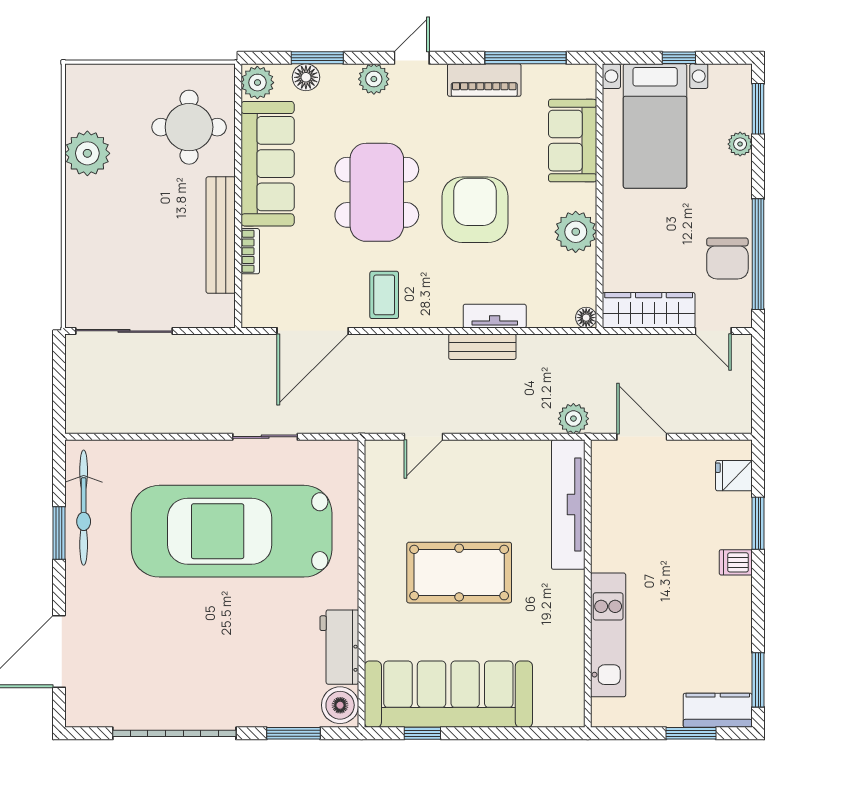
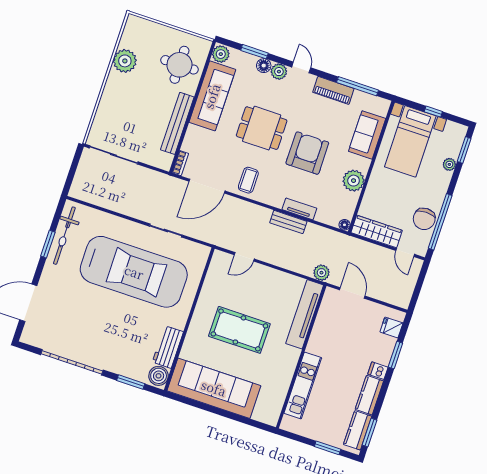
door: (412, 58) -> (301, 67), hinge flipped
floor lamp: (306, 77) -> (264, 66), moved
dining table: (377, 192) -> (262, 128), width x0.73
bookcase: (250, 251) -> (180, 163), moved
car: (232, 531) -> (134, 272), turned 180
kitchen counter: (735, 612) -> (369, 395), added
kitchen counter: (718, 710) -> (358, 430), moved, turned -90
window: (422, 733) -> (195, 403), removed

